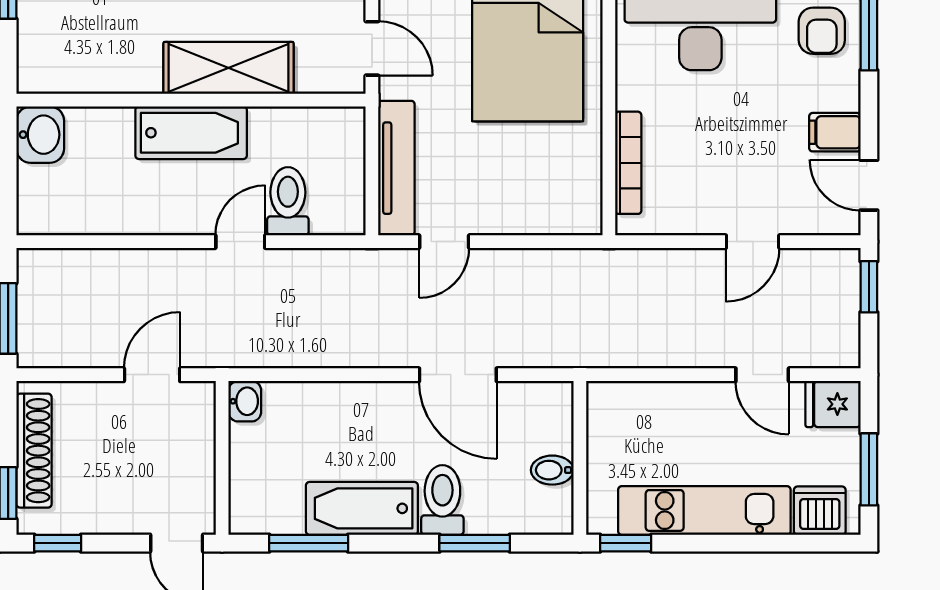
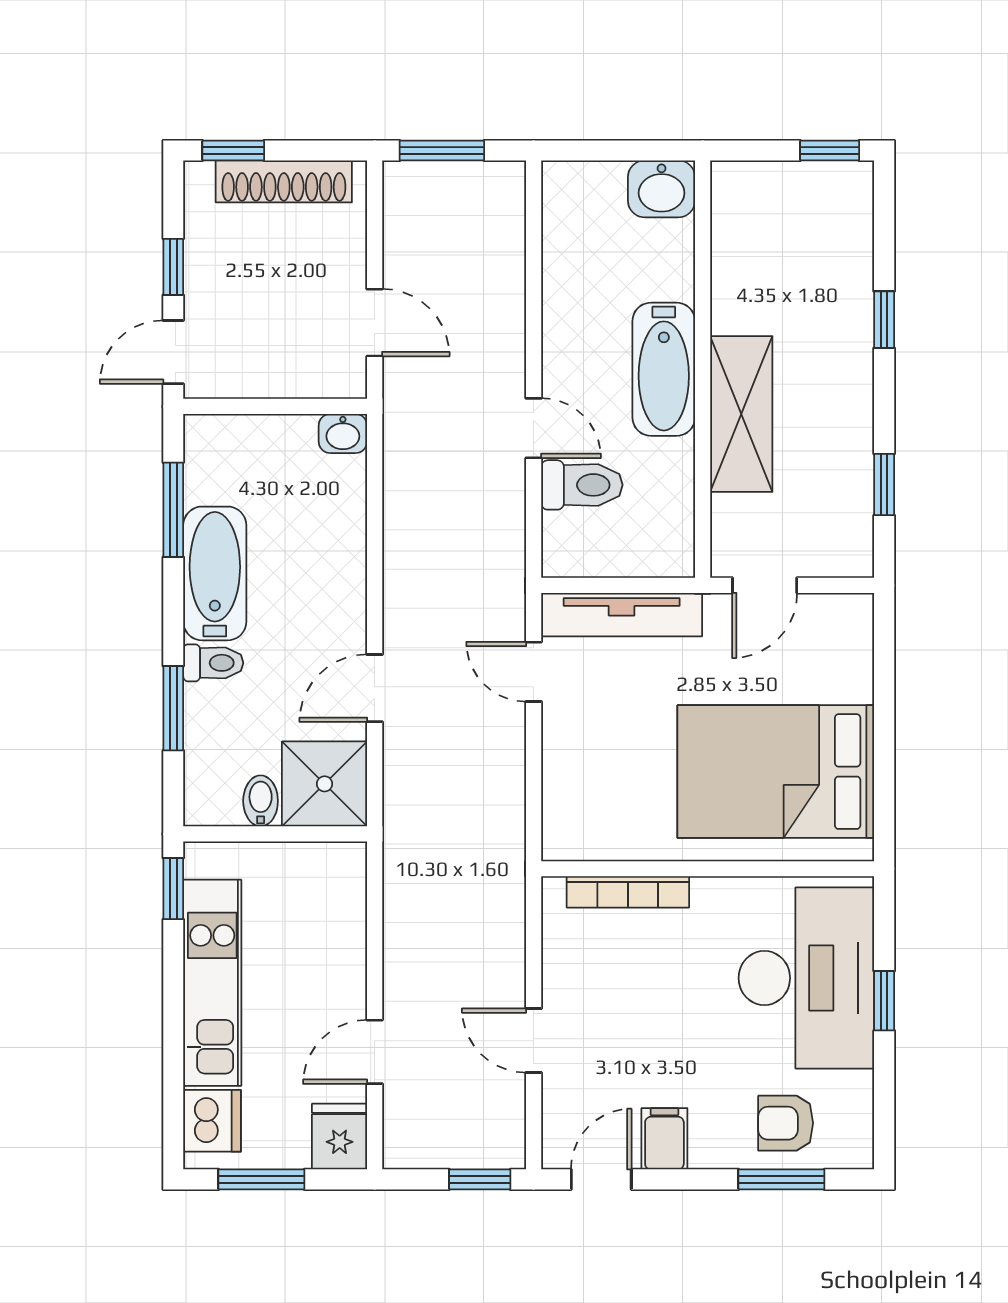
door: (458, 375) -> (375, 688), width x0.73
shower: (538, 417) -> (325, 784), added
toilet: (442, 500) -> (213, 663), width x0.73, depth x0.72
window: (58, 543) -> (173, 267), moved

